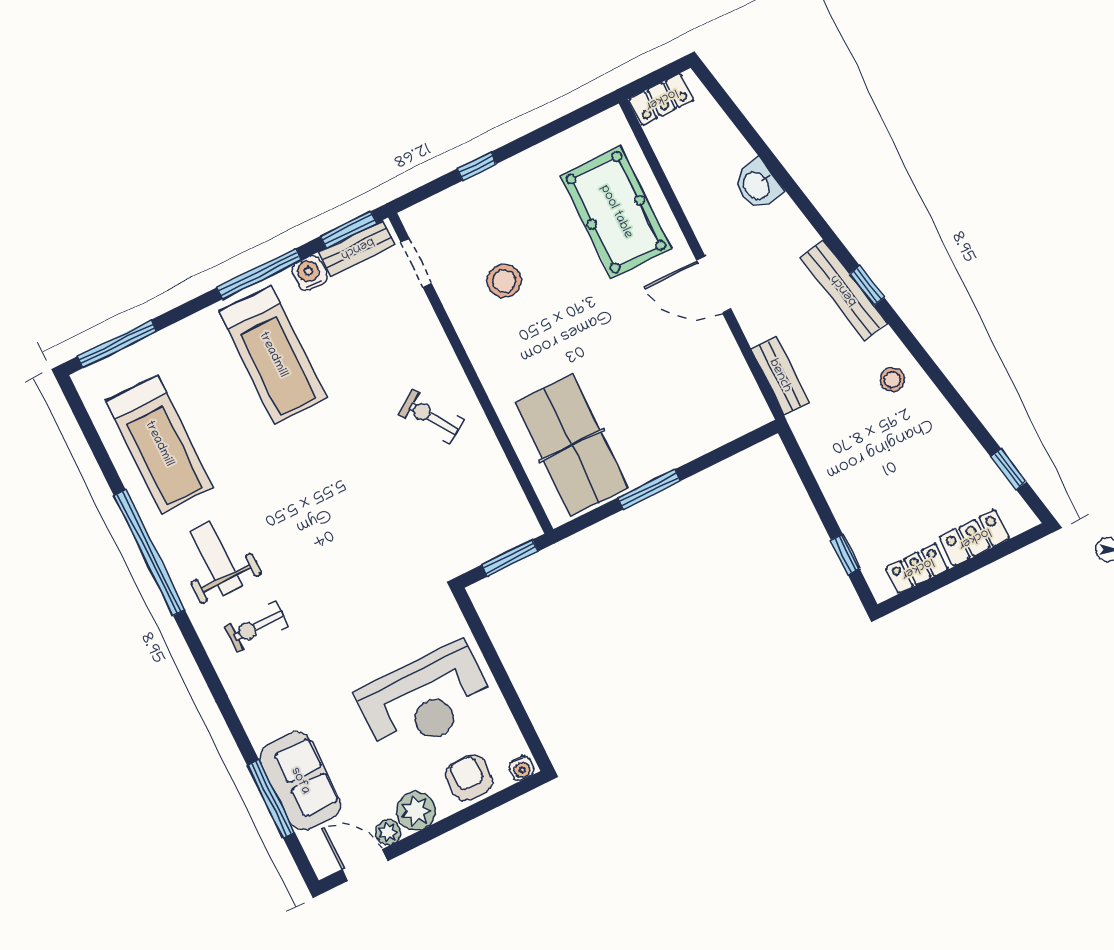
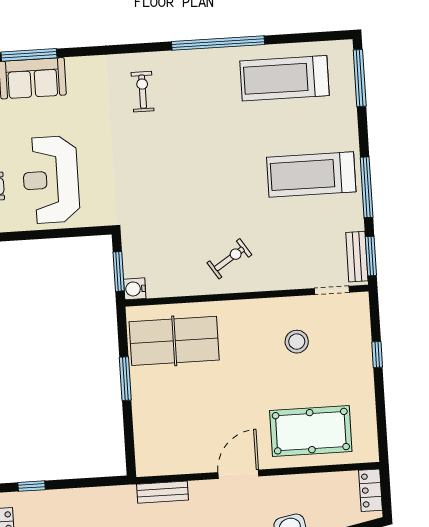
water cooler: (309, 273) -> (135, 289), moved, turned 180
weight bench: (216, 559) -> (196, 84), removed

